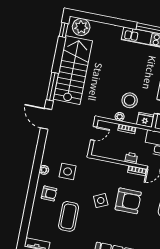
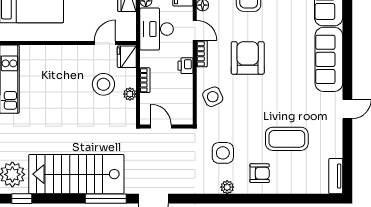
armchair: (49, 194) -> (260, 173), turned 88
side table: (101, 201) -> (213, 97), moved

